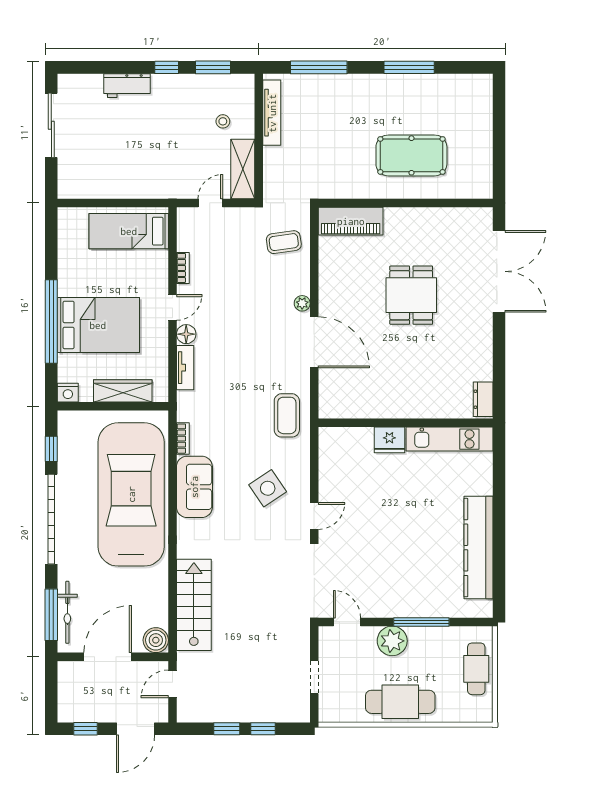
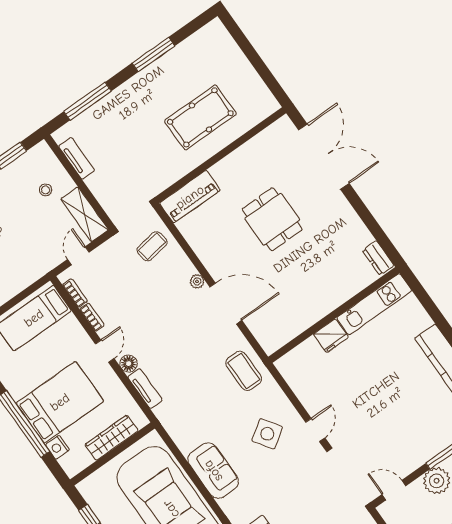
tv unit: (272, 113) -> (77, 158), width x0.71
nightstand: (68, 393) -> (58, 447), moved, turned 90
bookcase: (183, 439) -> (75, 293), moved

